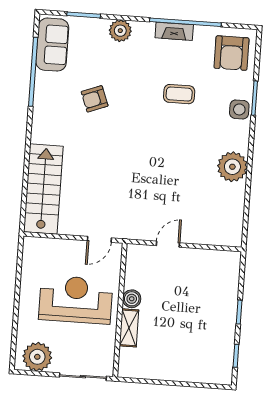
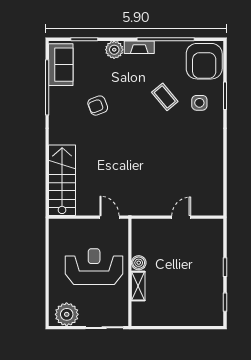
fireplace: (174, 31) -> (139, 47), moved
armchair: (232, 53) -> (204, 61), width x1.36, depth x1.36
coffee table: (179, 94) -> (165, 97), turned 50
side table: (239, 109) -> (199, 103), moved
plant: (232, 167) -> (211, 152), removed
door: (99, 239) -> (109, 217), swing flipped
door: (168, 244) -> (181, 217), moved

